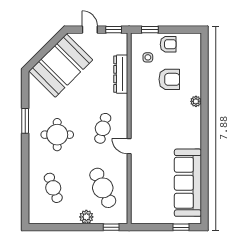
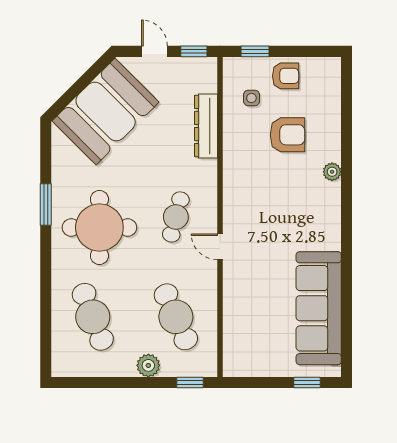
round table: (57, 135) -> (99, 228), width x1.36, depth x1.36
cafe table: (53, 188) -> (93, 317), width x1.37, depth x1.35

